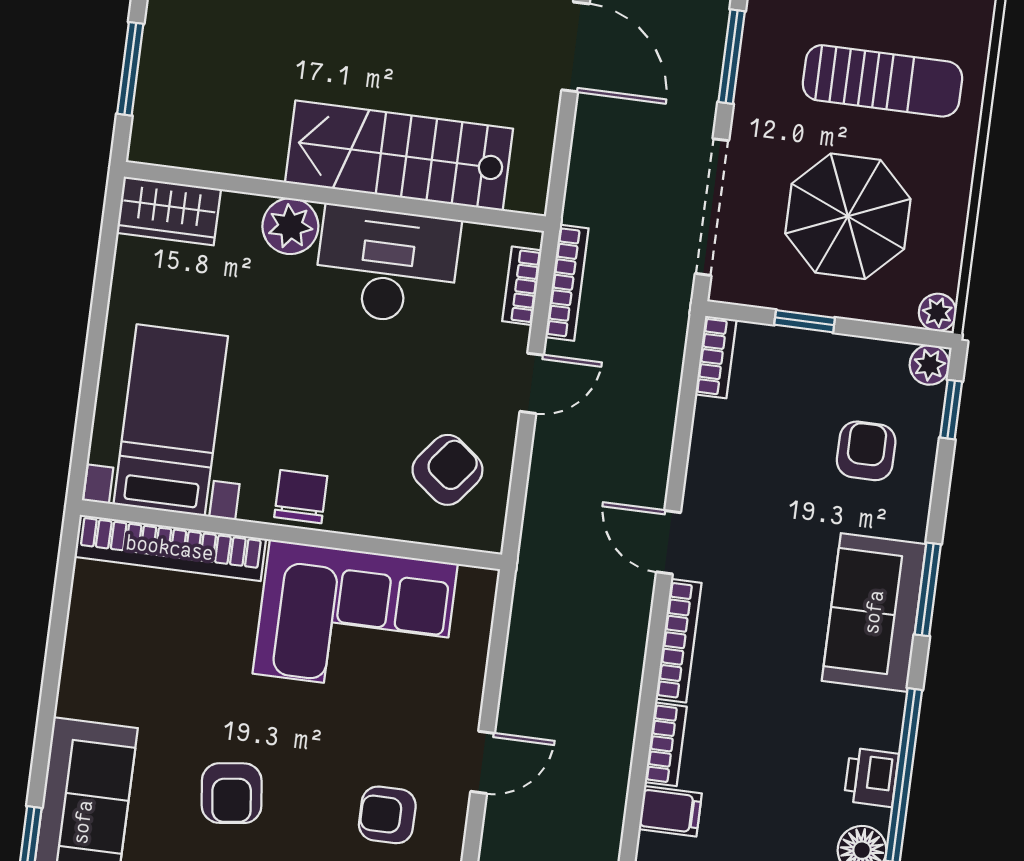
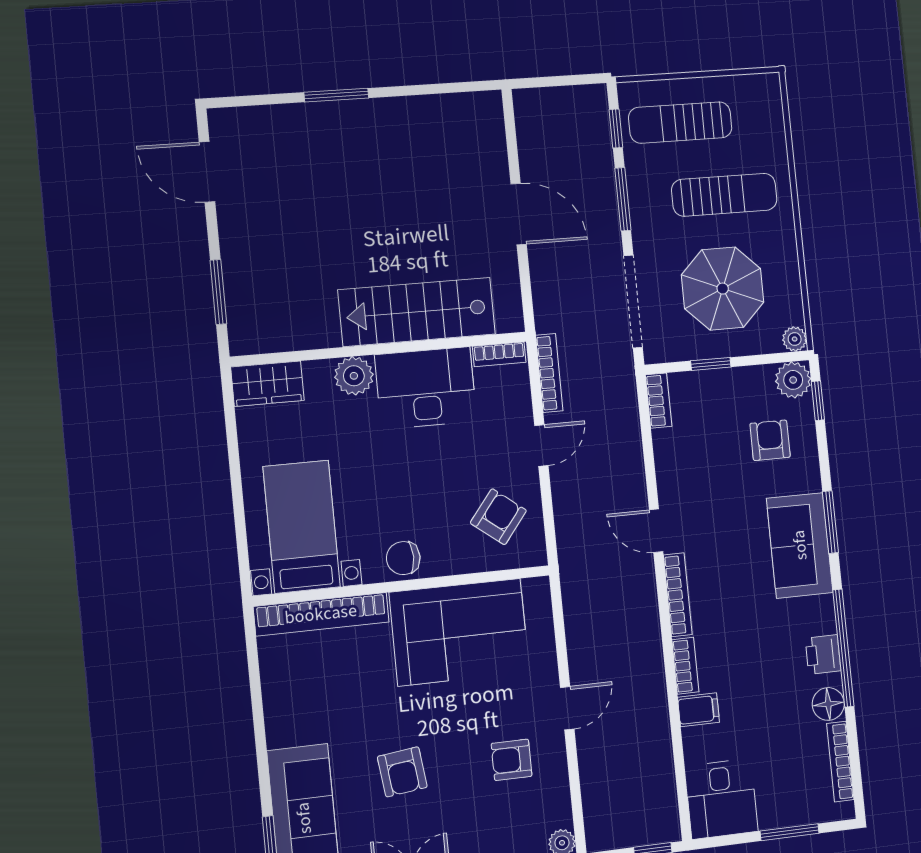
bookcase: (522, 286) -> (499, 354), moved, turned -90
plant: (930, 365) -> (793, 380), width x1.38, depth x1.38
chair: (301, 497) -> (403, 558), turned -90

